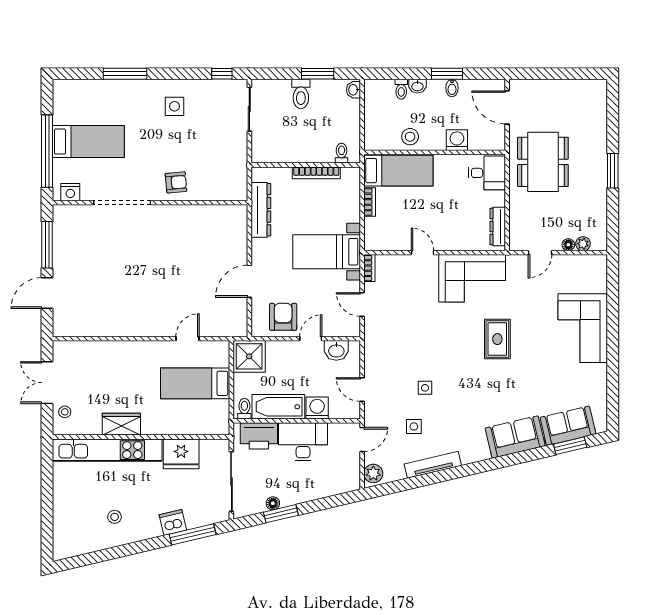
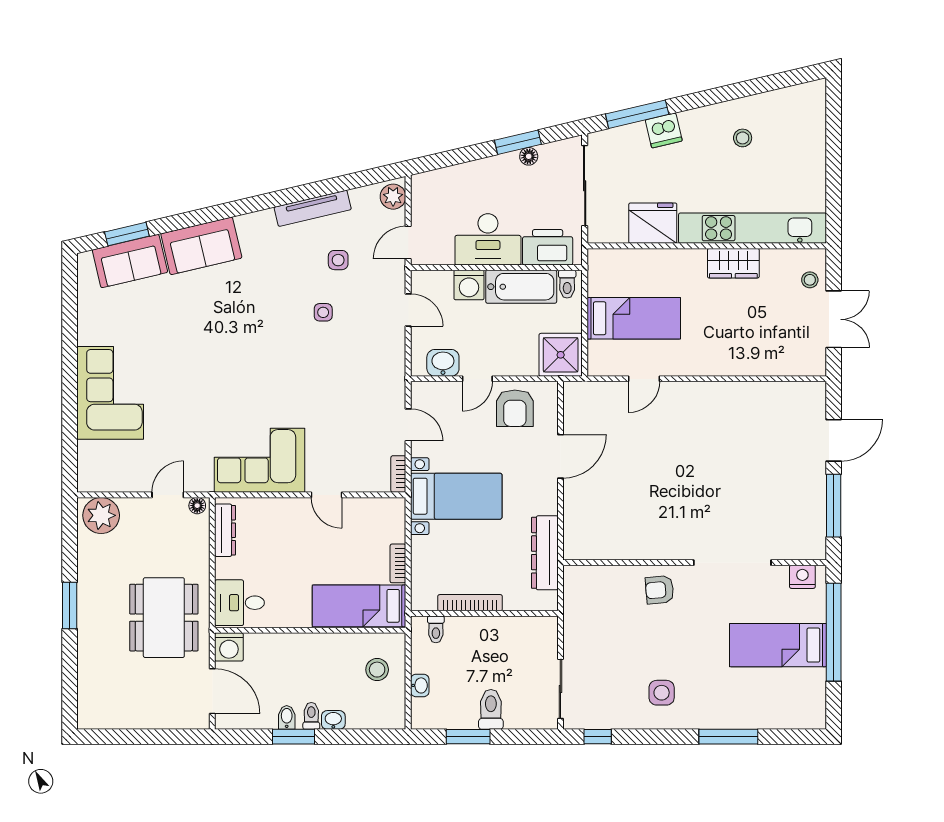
toilet: (401, 89) -> (311, 716), moved
washbasin: (353, 90) -> (420, 685), moved
stool: (410, 137) -> (377, 670), moved
washing machine: (457, 140) -> (229, 647), moved
plant: (583, 244) -> (101, 515), width x1.88, depth x1.88
floor lamp: (568, 245) -> (197, 506), moved
rug: (497, 339) -> (225, 378), removed

